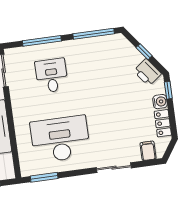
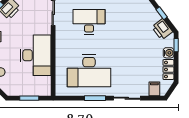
desk: (52, 76) -> (89, 22), width x1.37
desk: (60, 139) -> (89, 71), turned 180
window: (44, 177) -> (95, 98), moved

